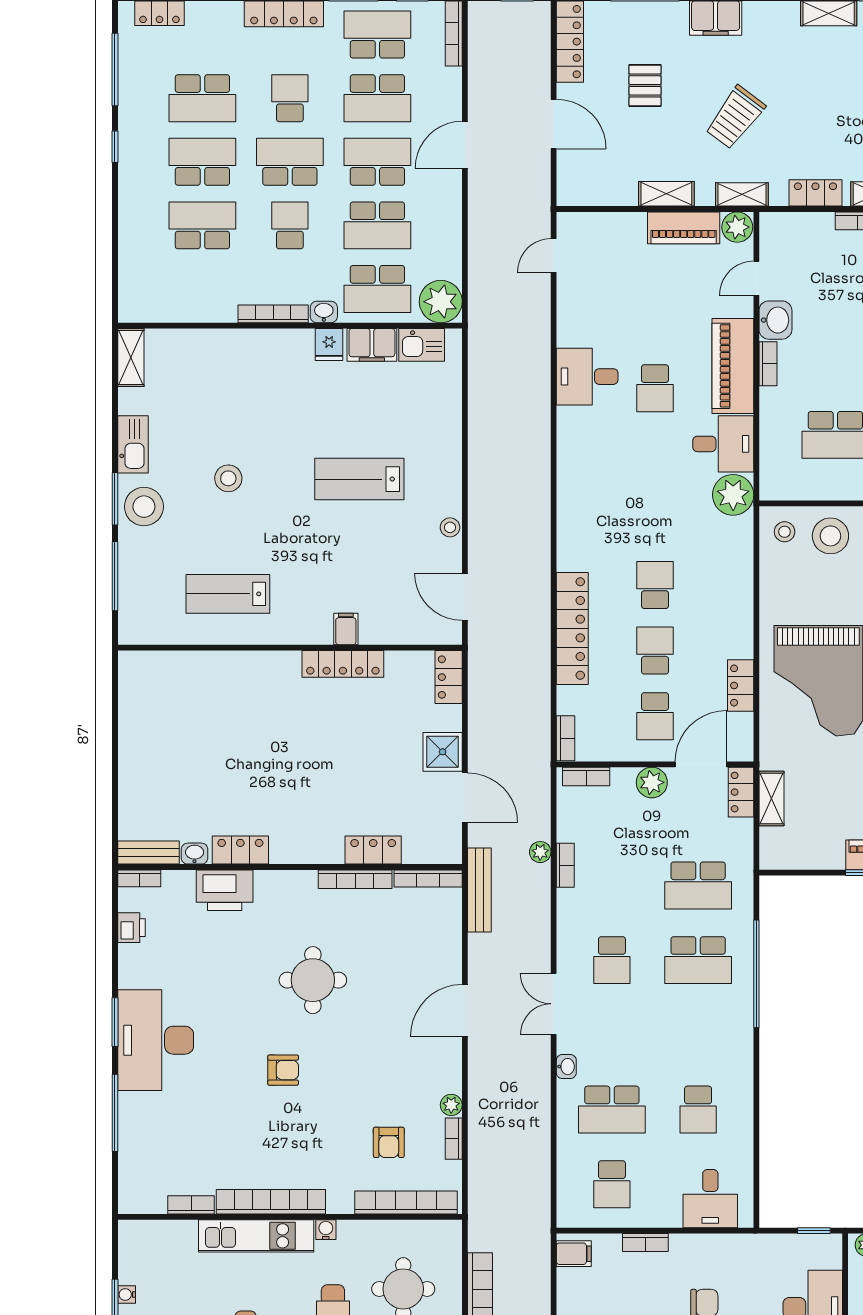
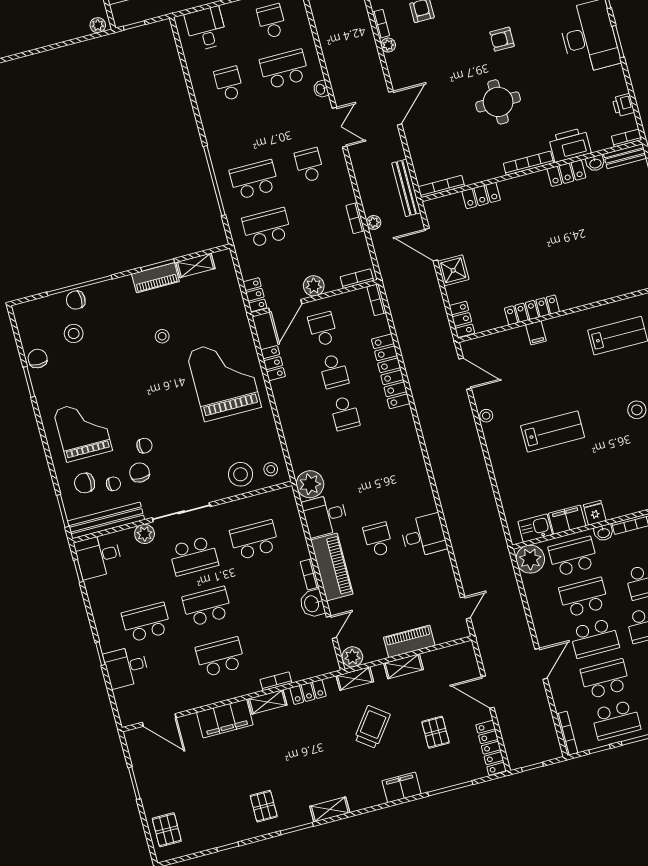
piano: (684, 228) -> (409, 641), moved
shelving: (771, 799) -> (195, 265), moved, turned 90
bookcase: (355, 879) -> (528, 163), moved

